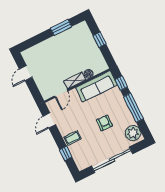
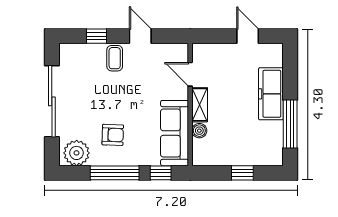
window: (61, 27) -> (290, 124), width x1.44
freezer: (50, 46) -> (271, 94), added
door: (49, 120) -> (140, 36), moved
armchair: (104, 123) -> (113, 135), moved

